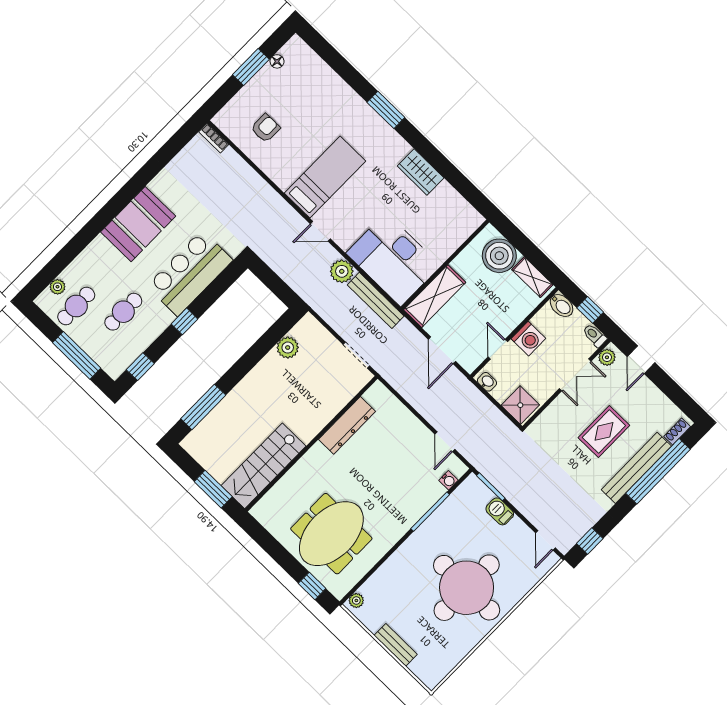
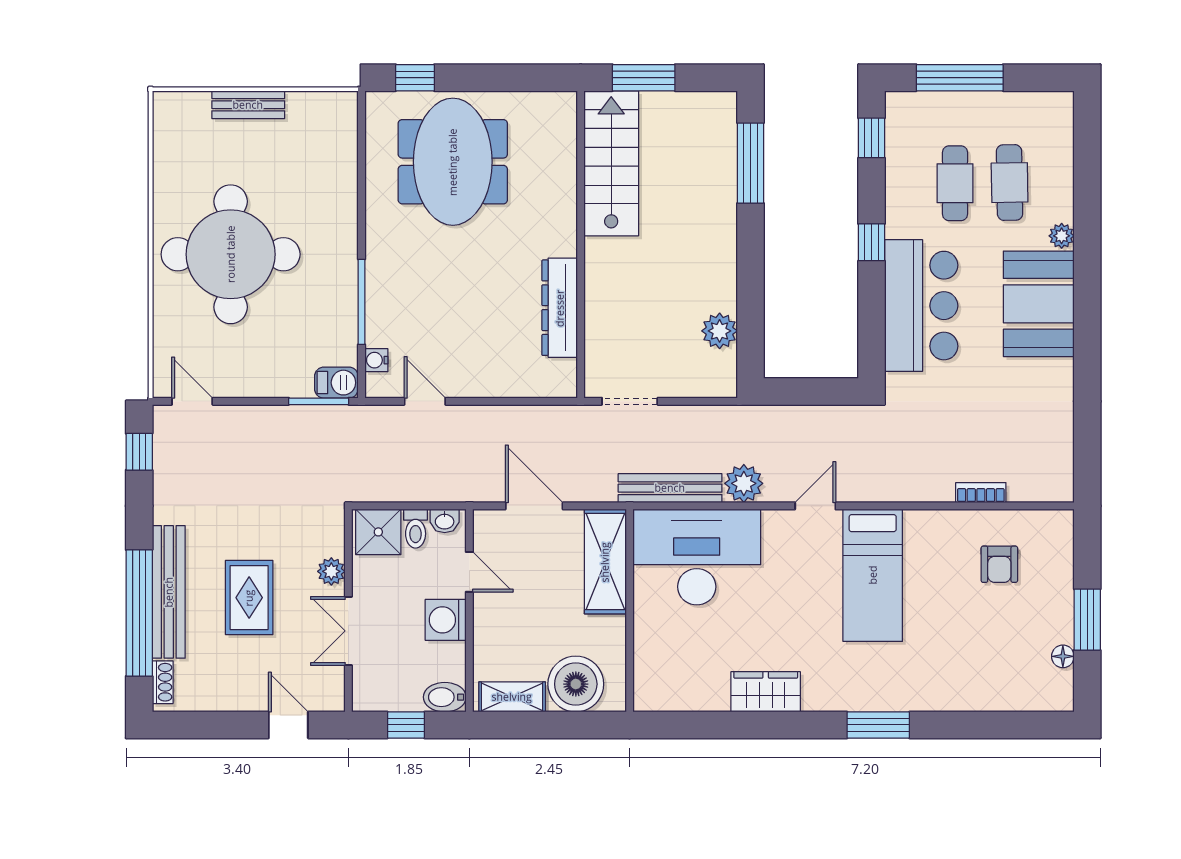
bookcase: (214, 138) -> (981, 493), moved
plant: (57, 287) -> (1062, 236), moved
cafe table: (76, 306) -> (1010, 183), moved
toilet: (595, 335) -> (416, 529), moved, turned 90
plant: (607, 357) -> (331, 571), moved
barbecue: (500, 511) -> (336, 383), moved
plant: (356, 600) -> (346, 112), removed

